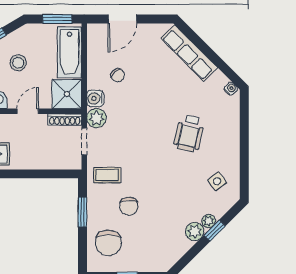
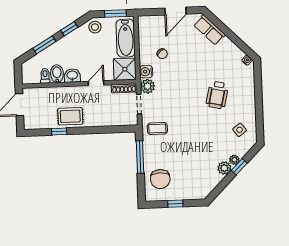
door: (122, 19) -> (176, 11), moved
row of seats: (189, 53) -> (209, 30), width x0.68
stool: (18, 63) -> (95, 27), moved
chair: (129, 206) -> (174, 151), removed
window: (82, 212) -> (140, 157), width x1.44

